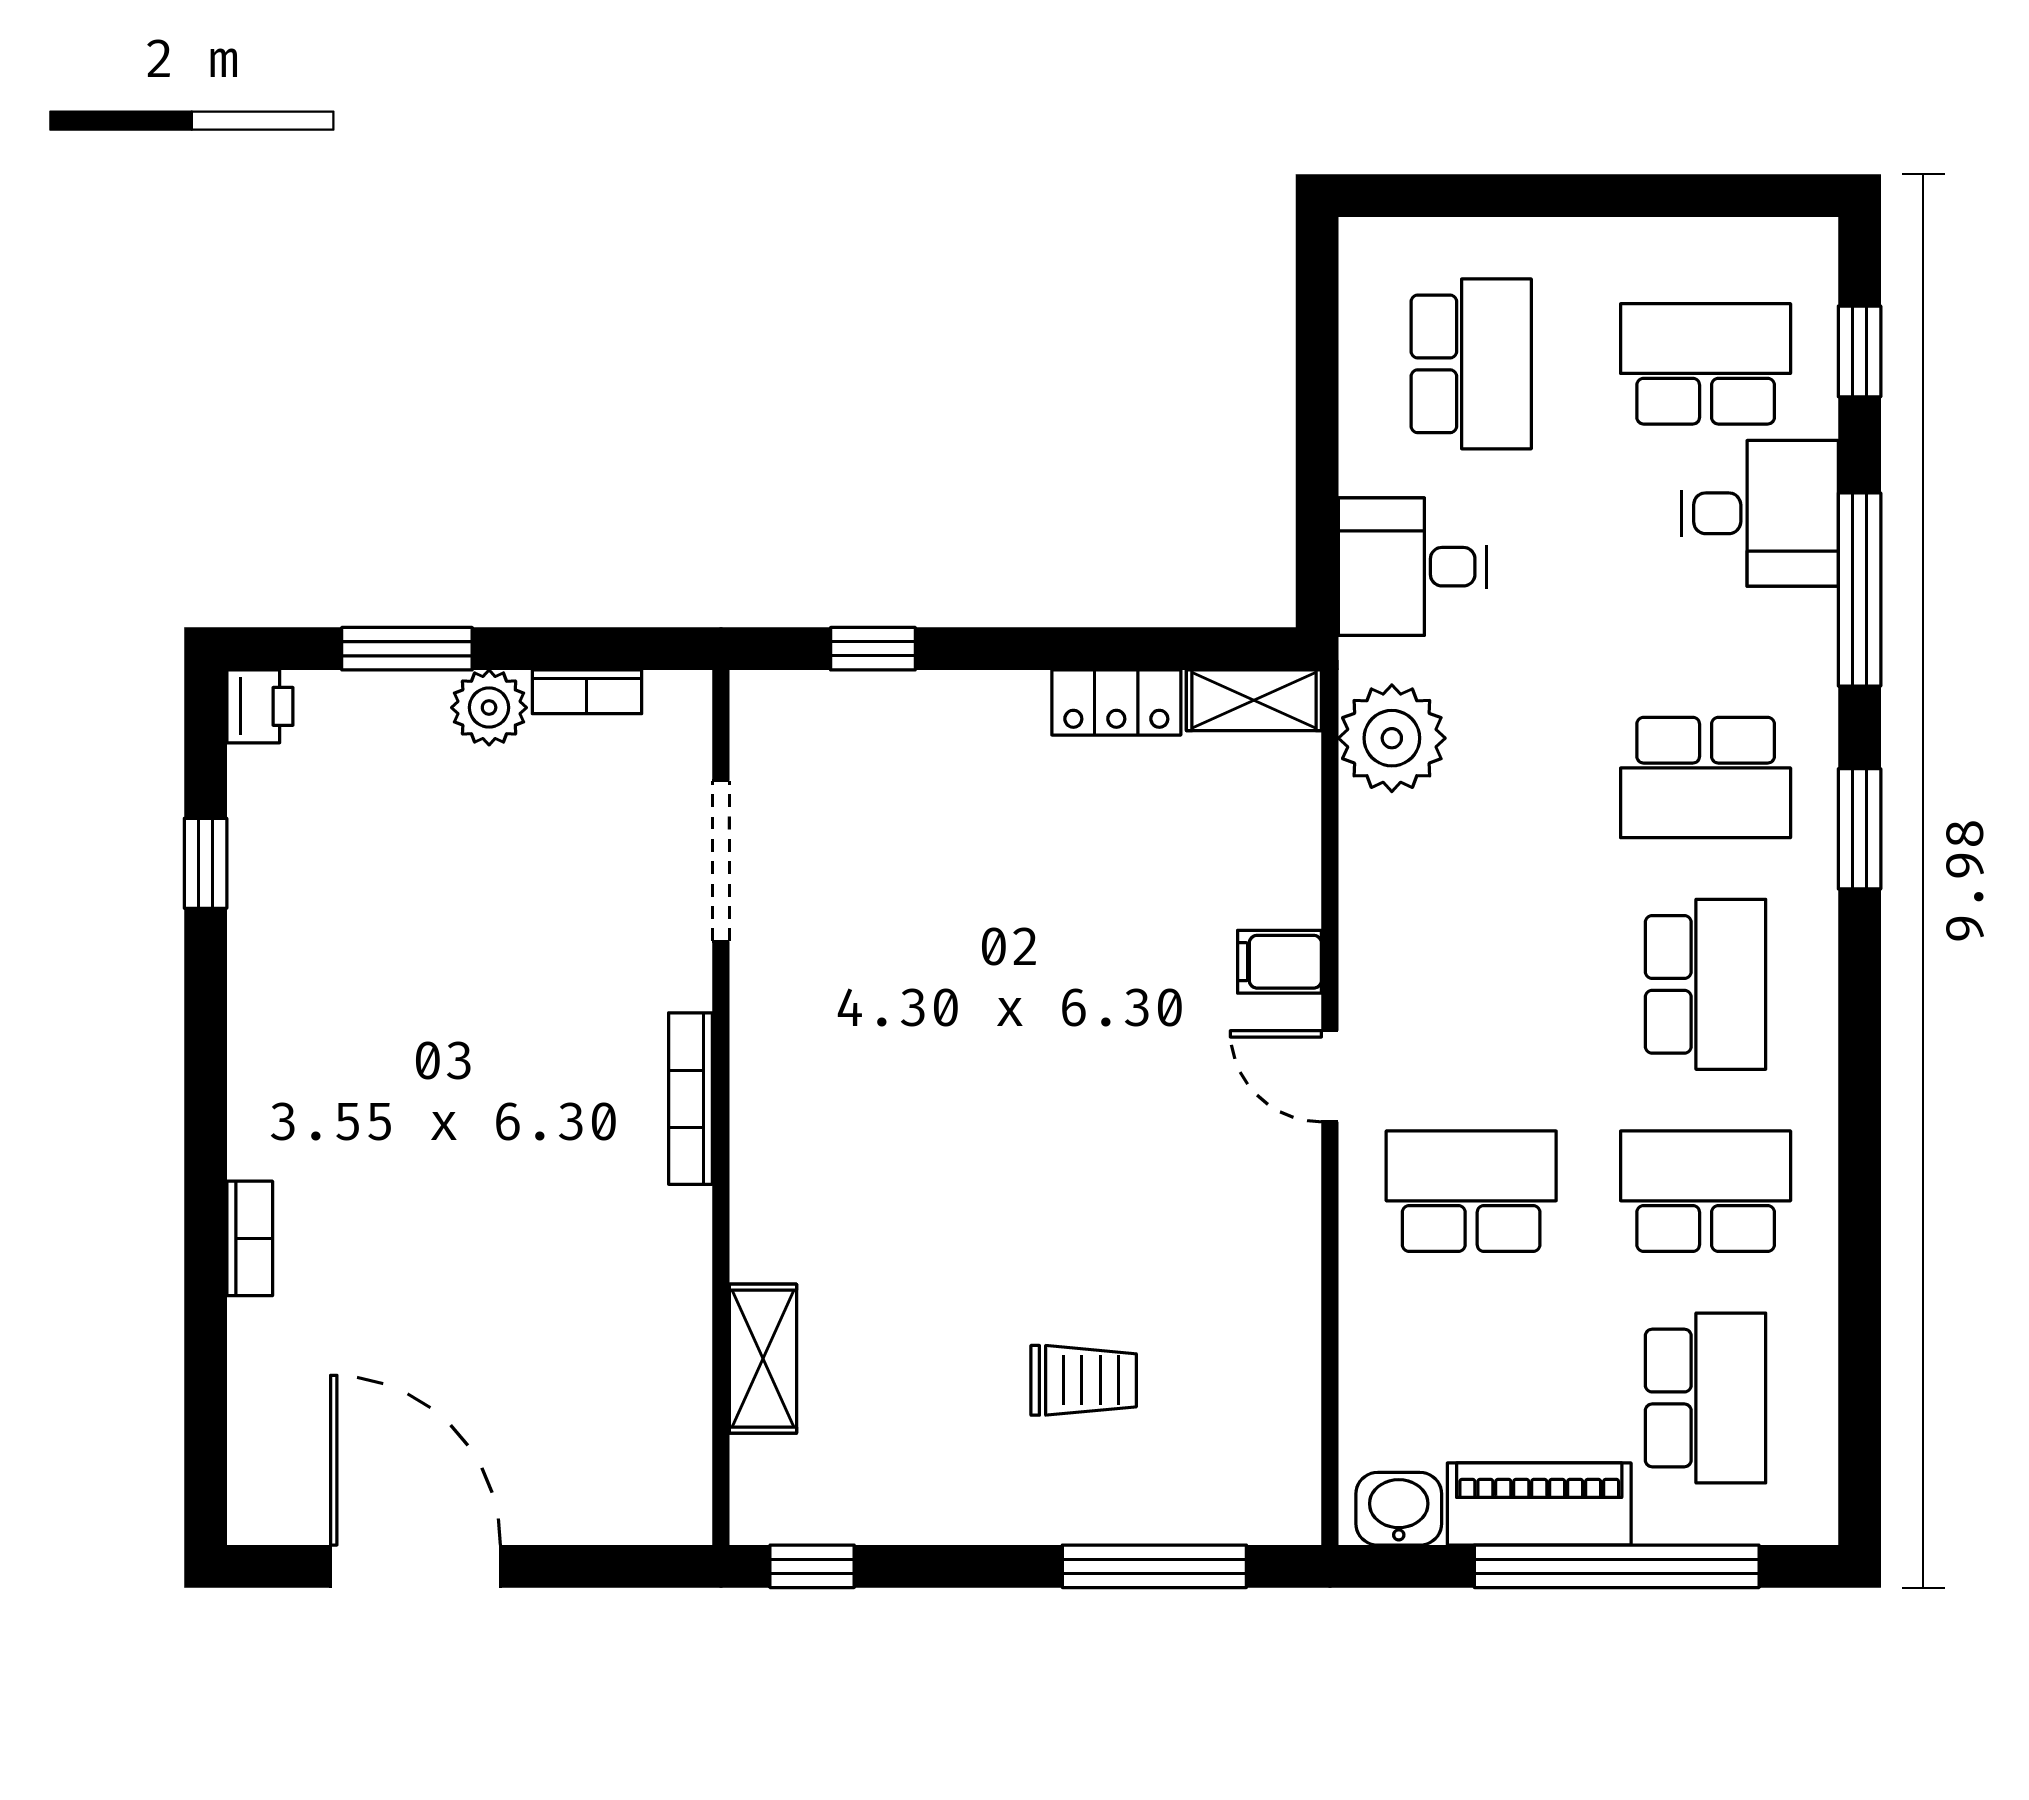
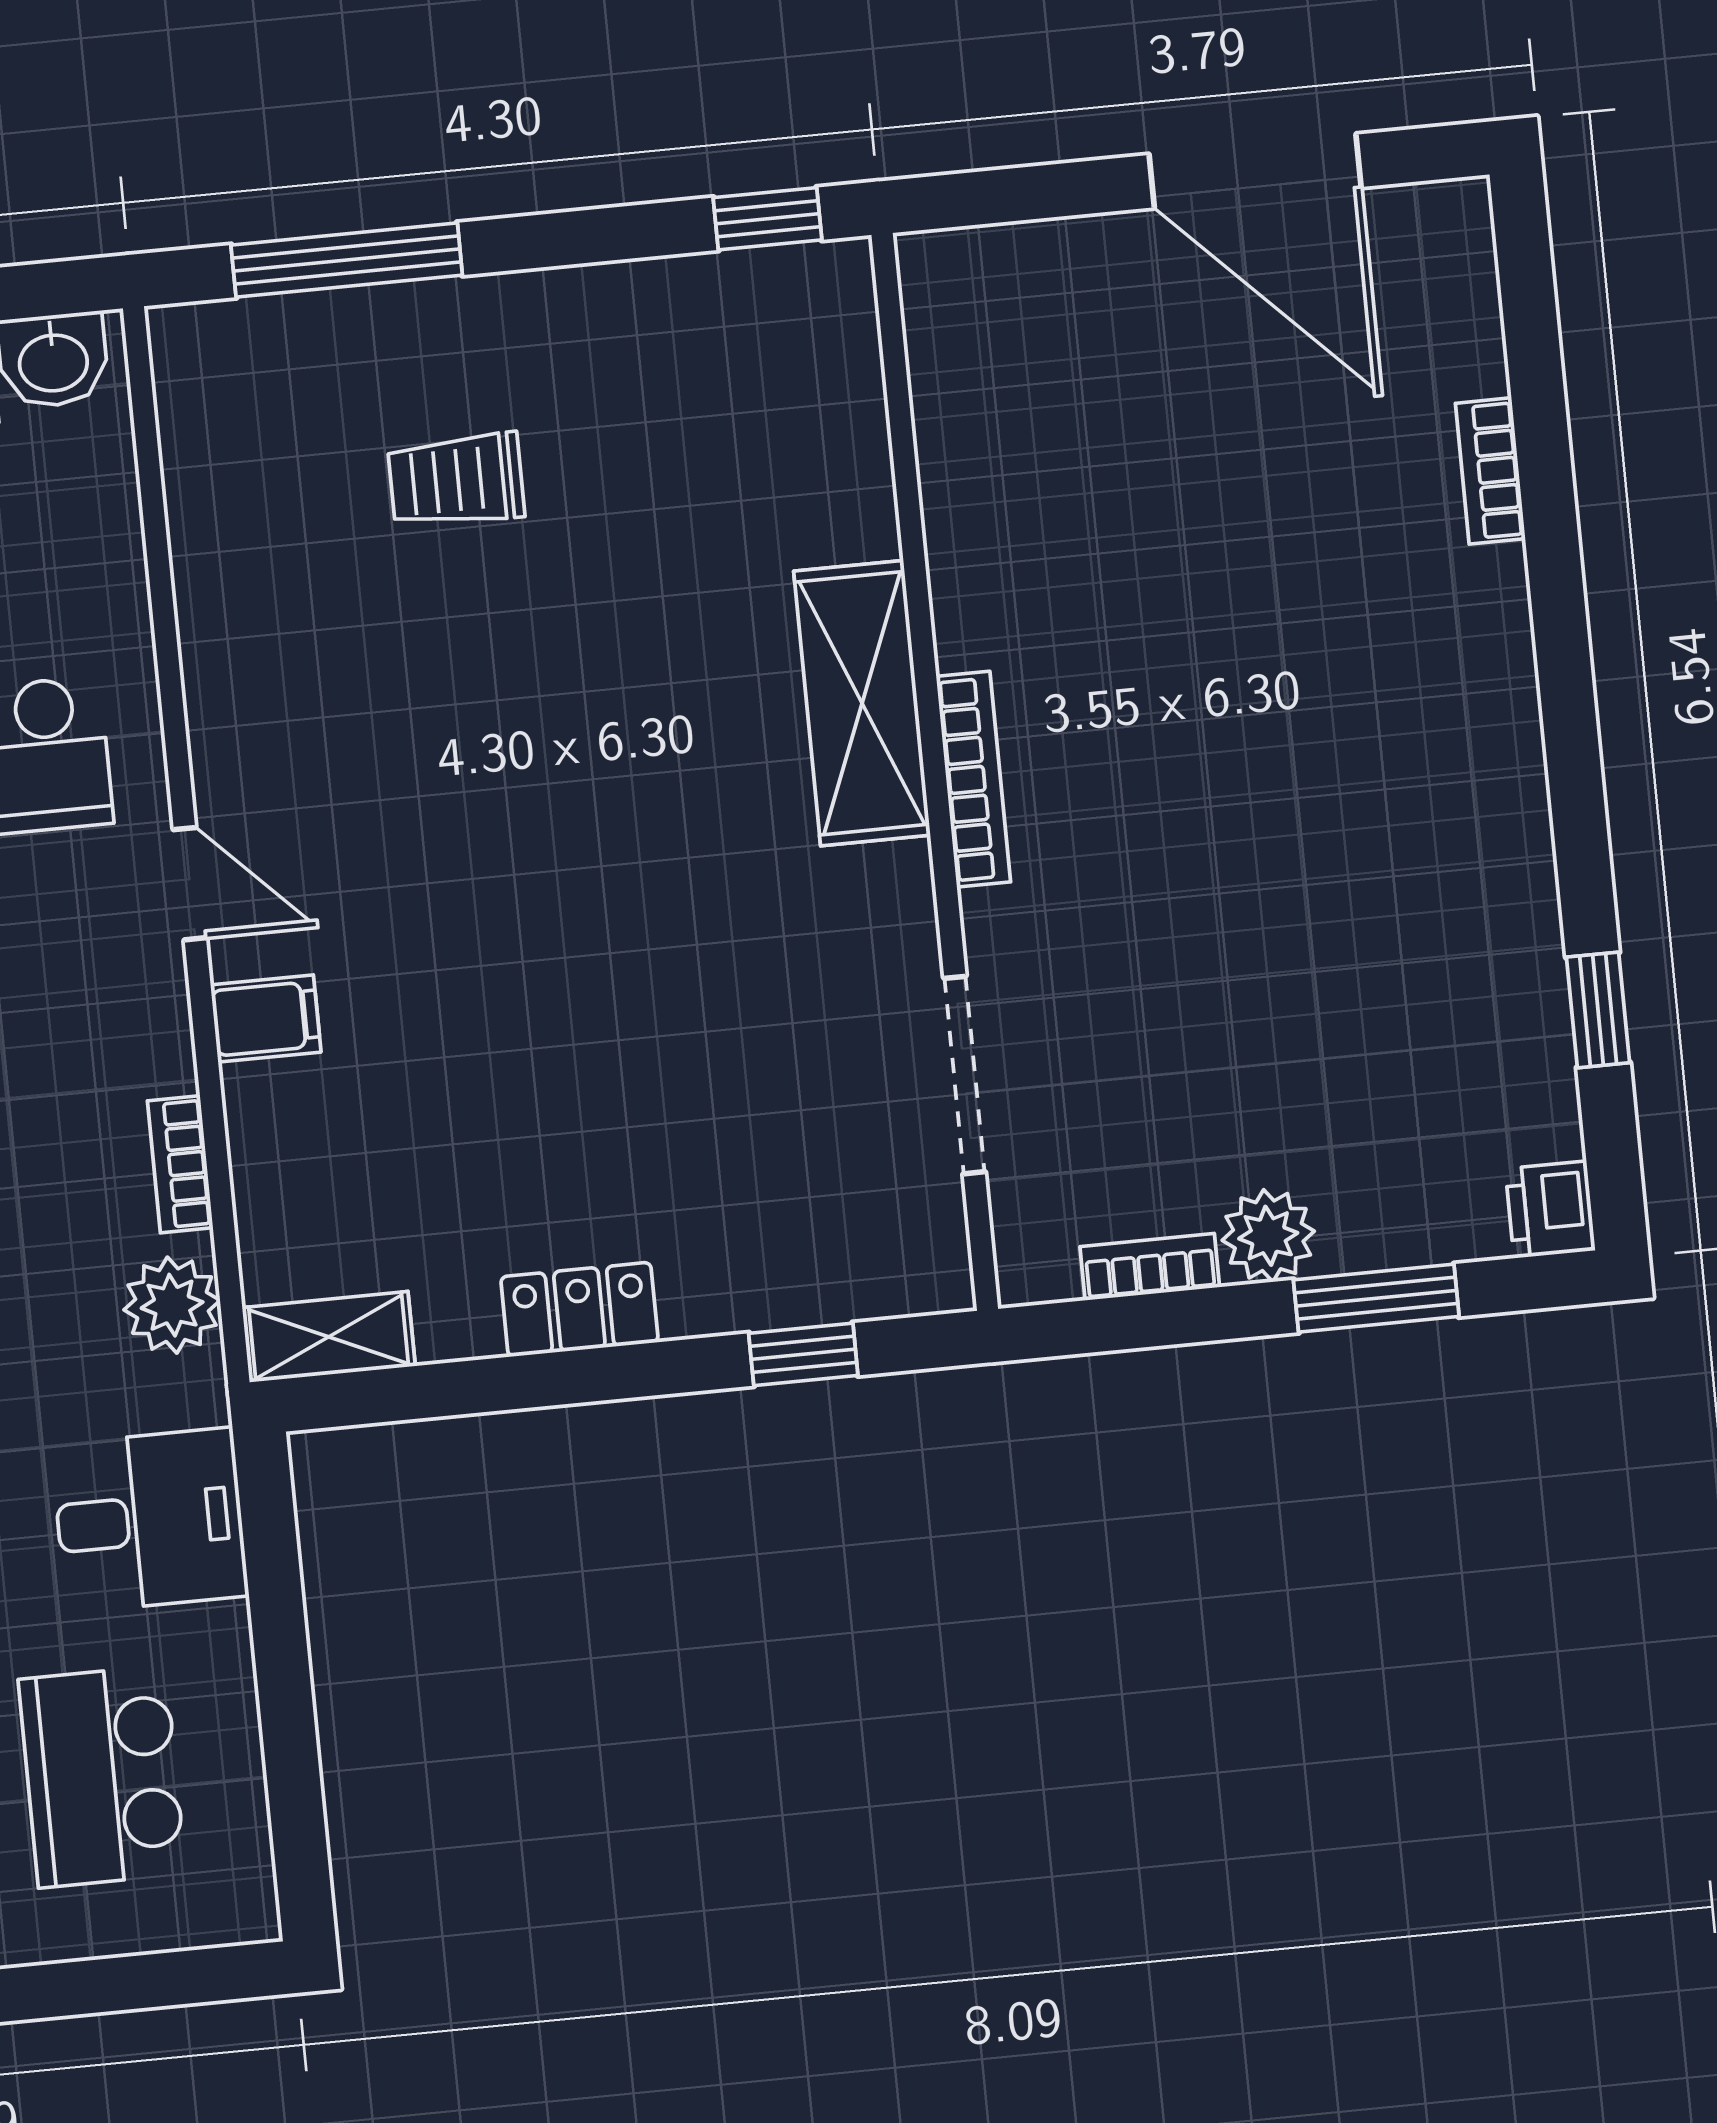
locker: (1116, 703) -> (579, 1309), moved
plant: (1392, 738) -> (172, 1305), width x0.73, depth x0.73
bookcase: (1360, 851) -> (180, 1164), added
bookcase: (250, 1238) -> (1490, 471), moved
shelving: (763, 1359) -> (862, 703), moved, width x1.50, depth x1.33

